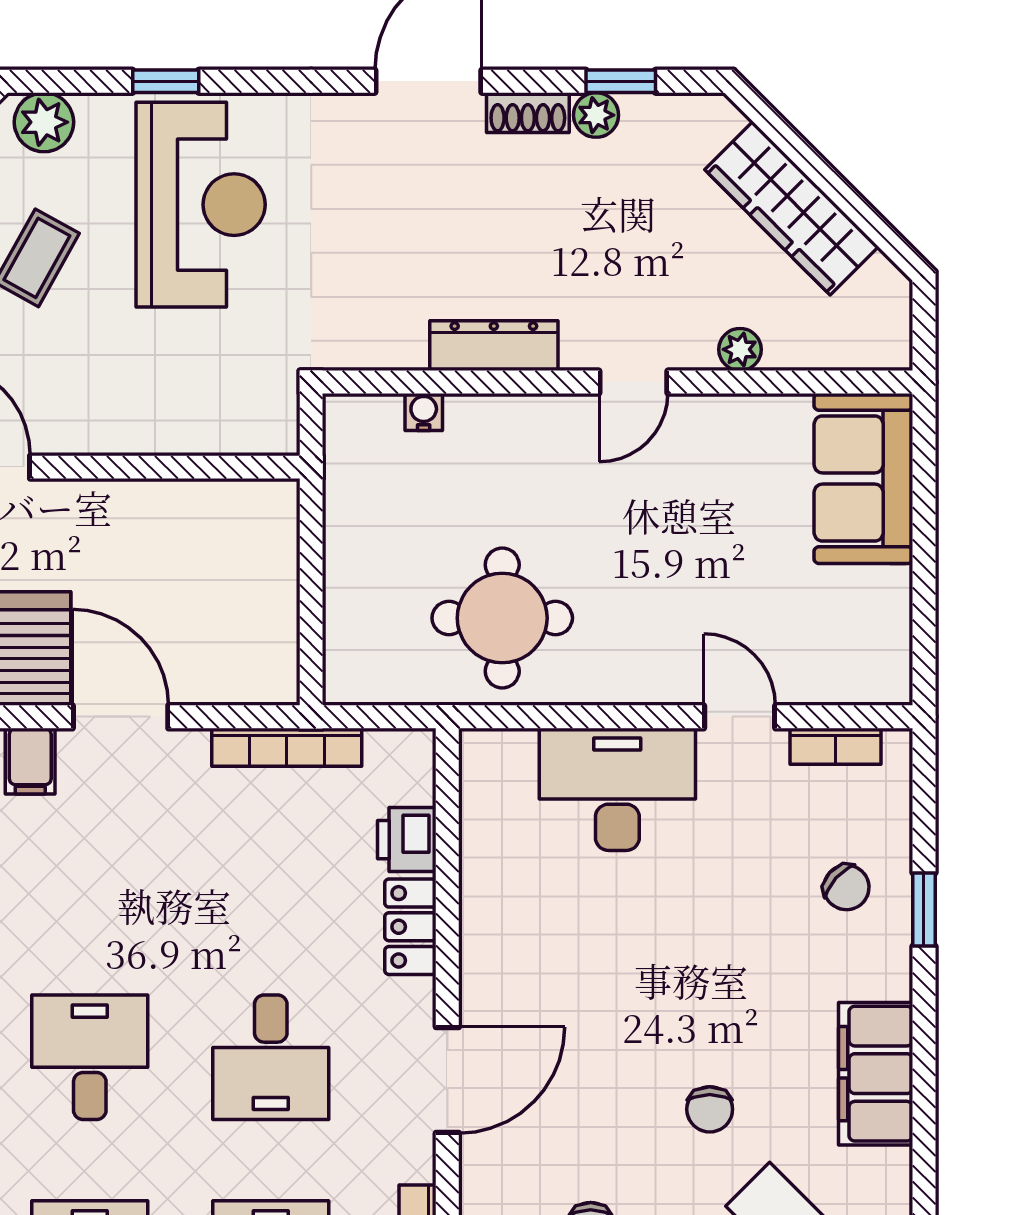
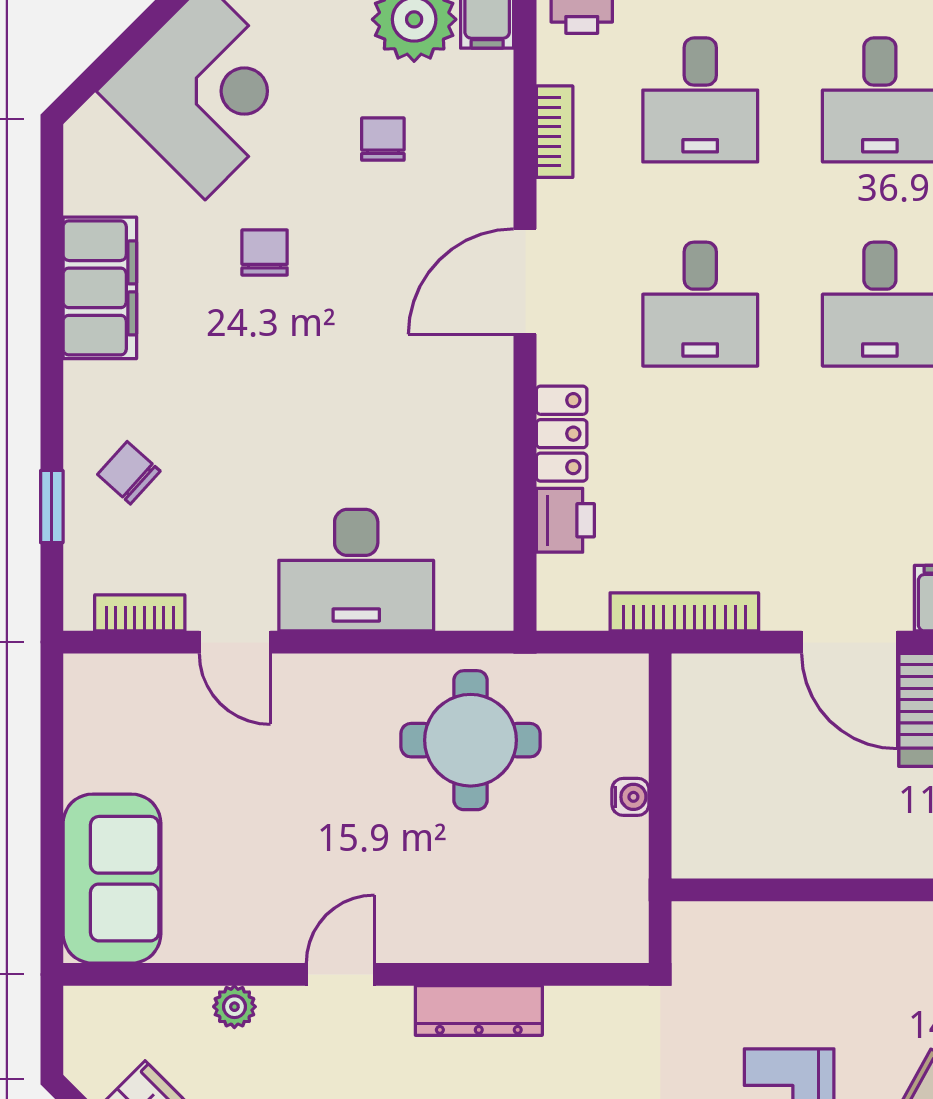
water cooler: (424, 412) -> (630, 797), moved, turned -90
window: (924, 909) -> (52, 507), moved
desk: (271, 1057) -> (700, 304), turned 180

